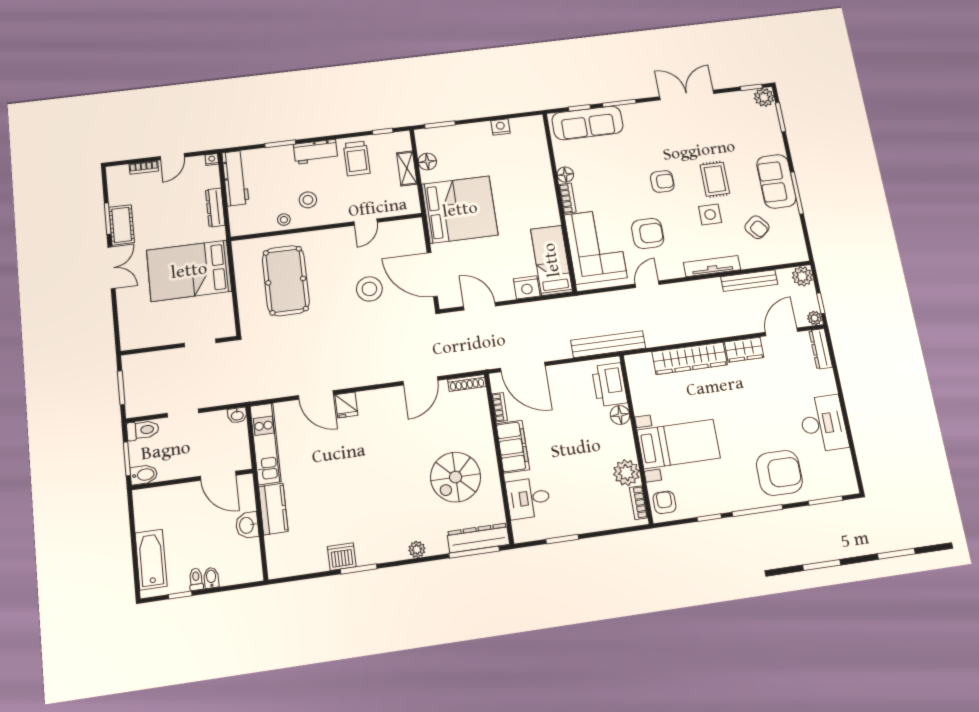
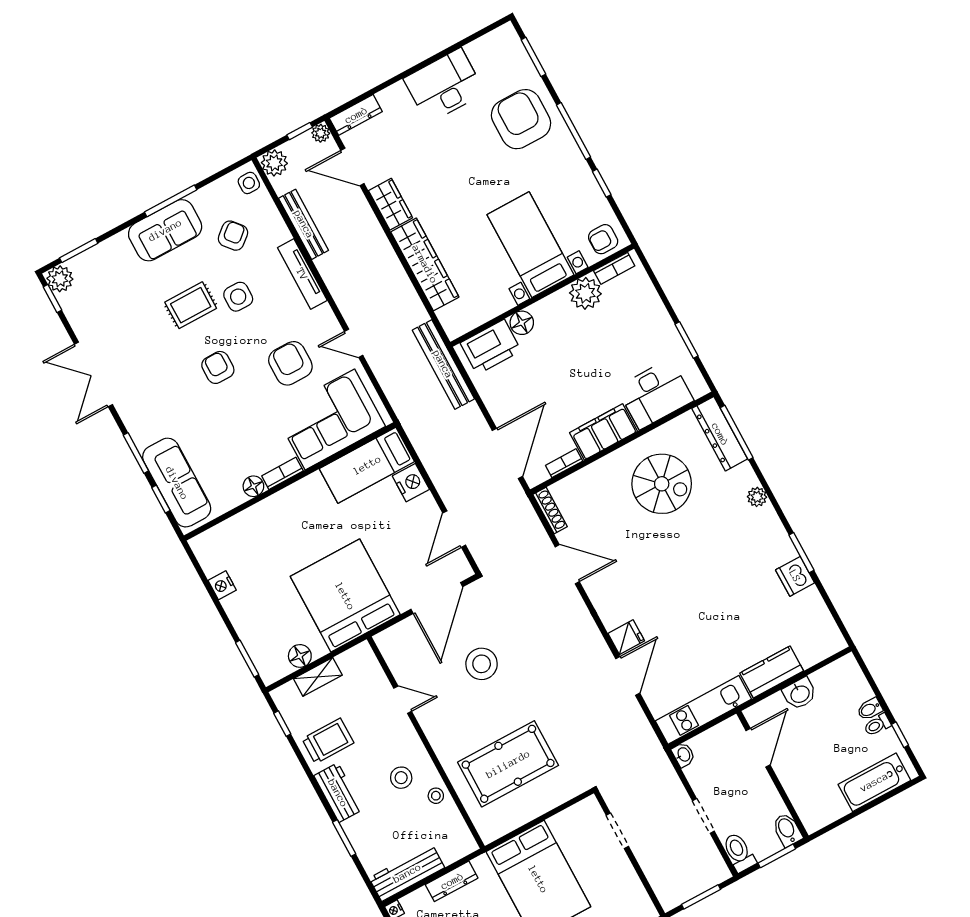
side table: (793, 253) -> (249, 183), added
desk: (528, 498) -> (655, 394), width x1.37

